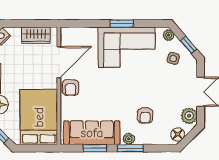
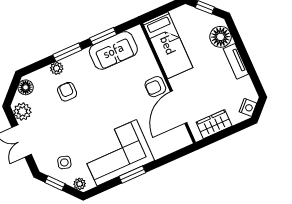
armchair: (70, 87) -> (155, 87), turned -90
bed: (39, 117) -> (168, 45), width x0.67
sofa: (92, 133) -> (113, 50), width x0.73
plant: (129, 139) -> (57, 68), moved

